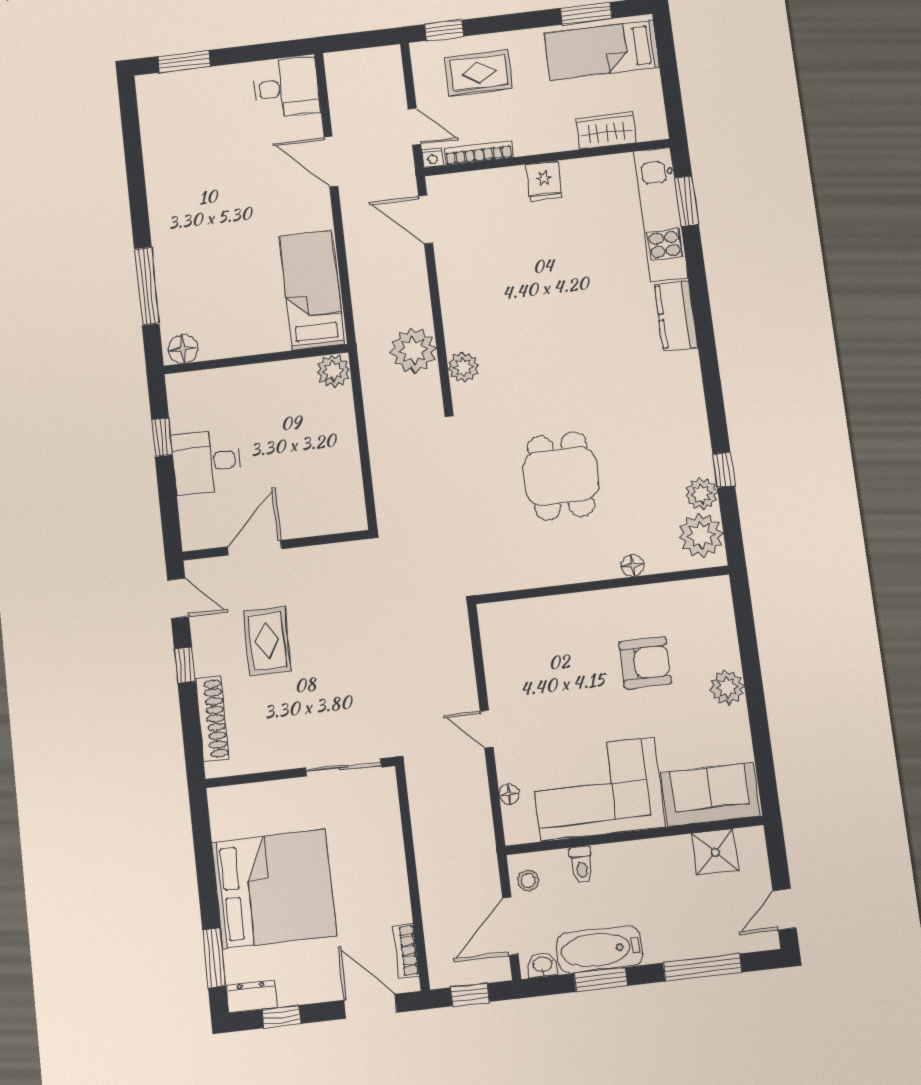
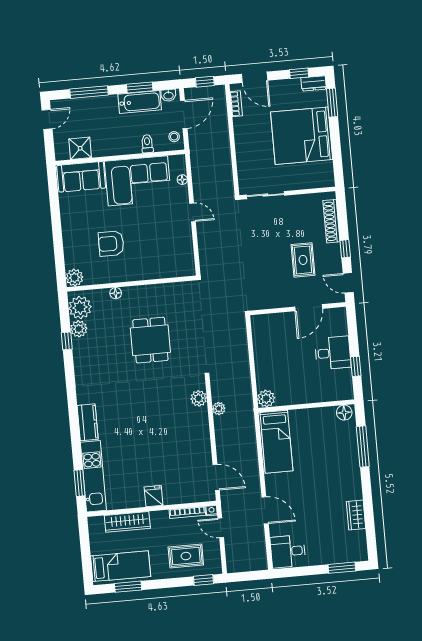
wardrobe: (606, 130) -> (127, 522), width x1.50
wardrobe: (159, 158) -> (356, 515), added
plant: (413, 350) -> (219, 409), width x0.53, depth x0.53
plant: (727, 687) -> (74, 278), moved

